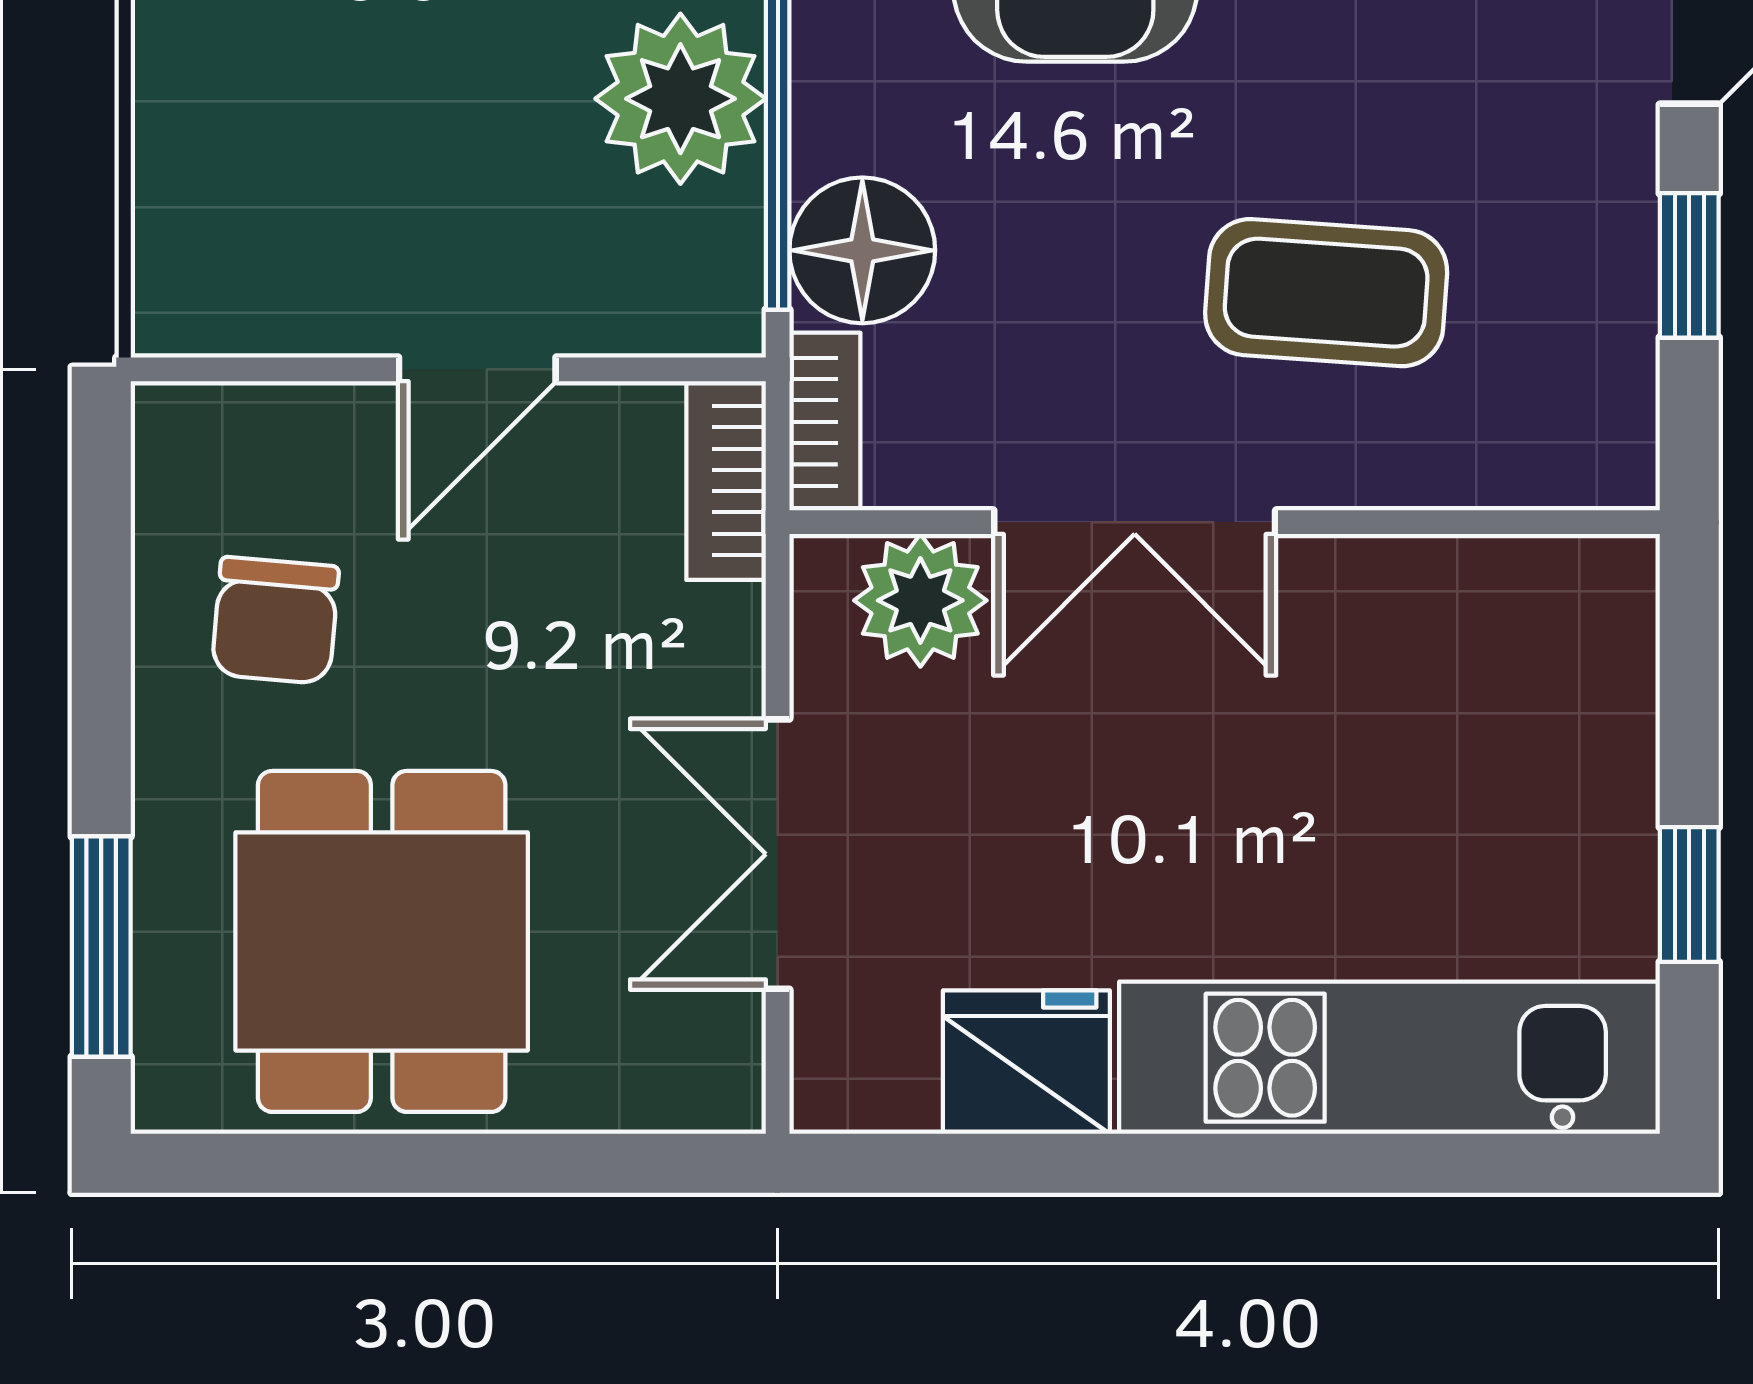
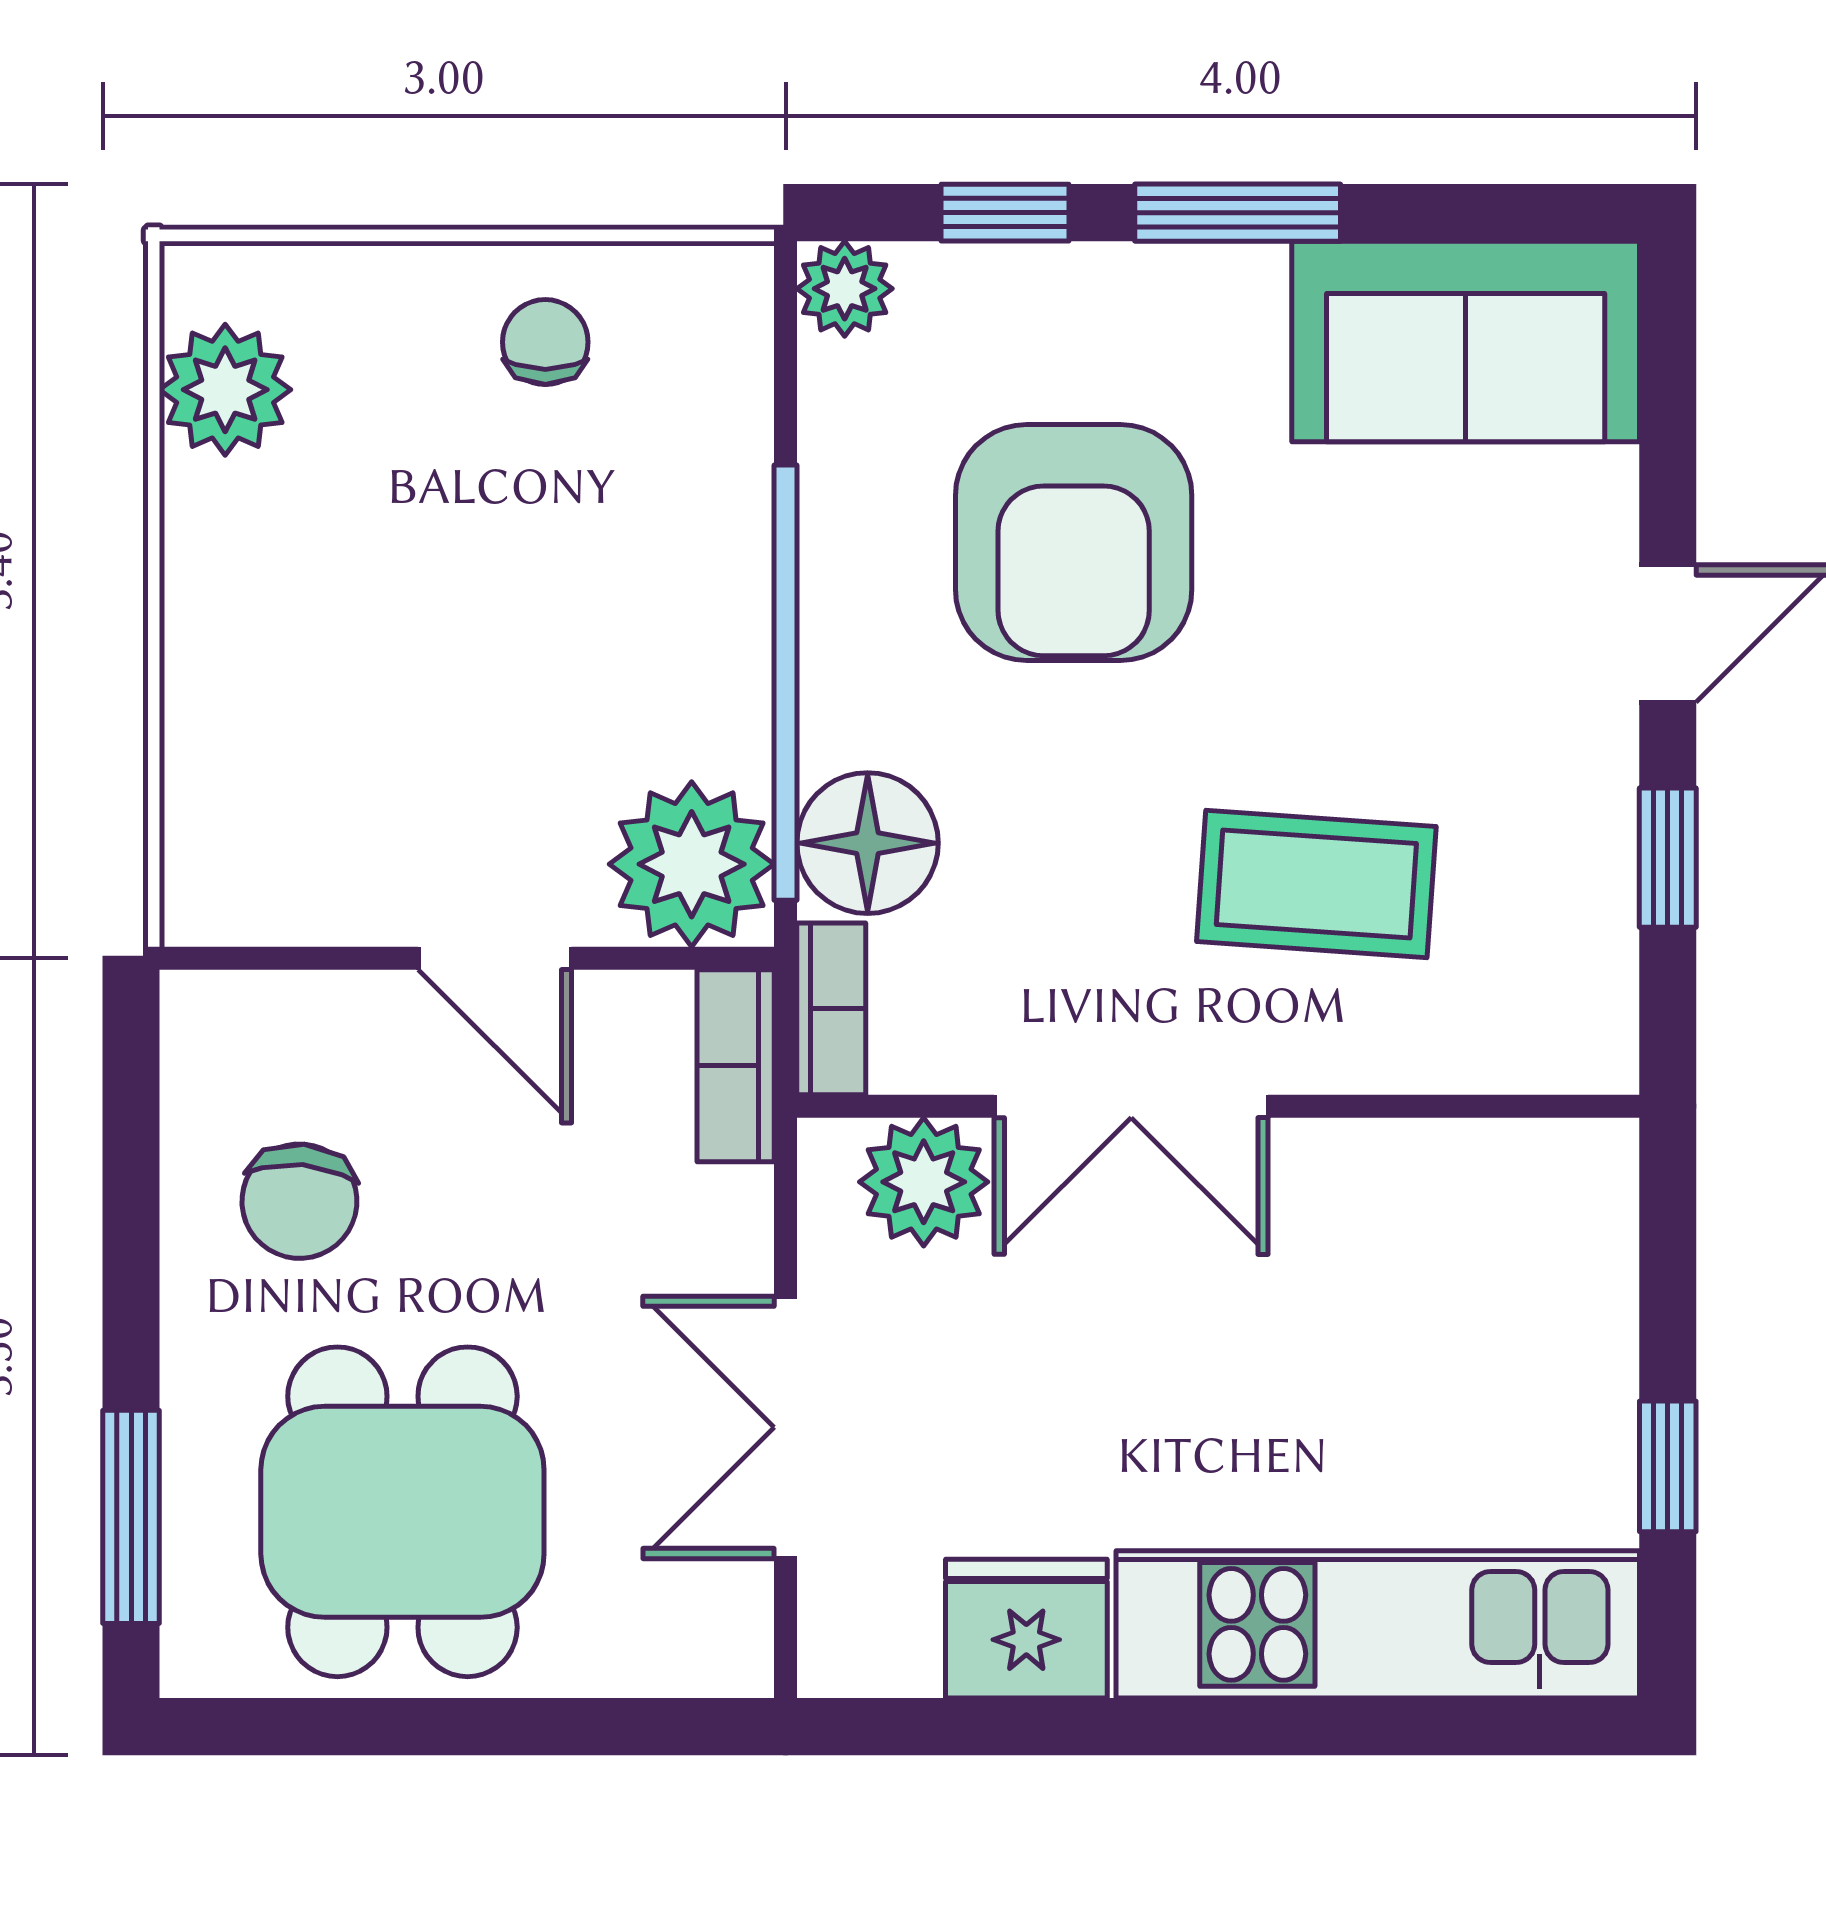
plant: (680, 99) -> (692, 864), moved
door: (477, 369) -> (495, 958), hinge flipped

